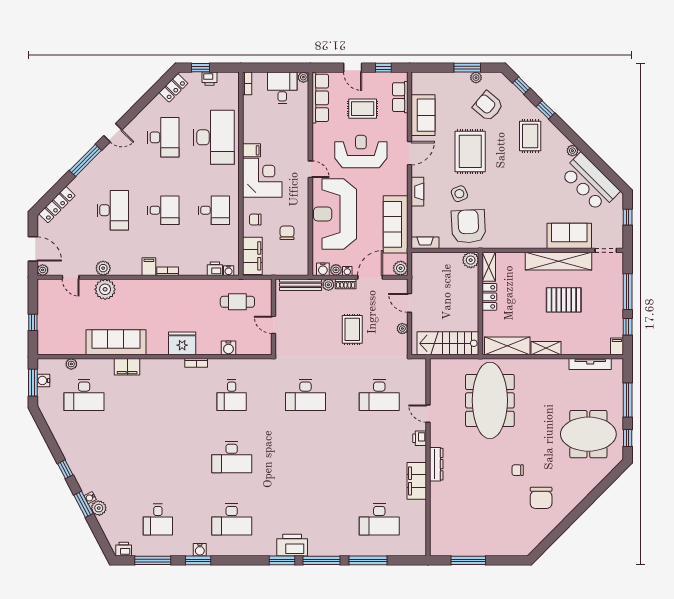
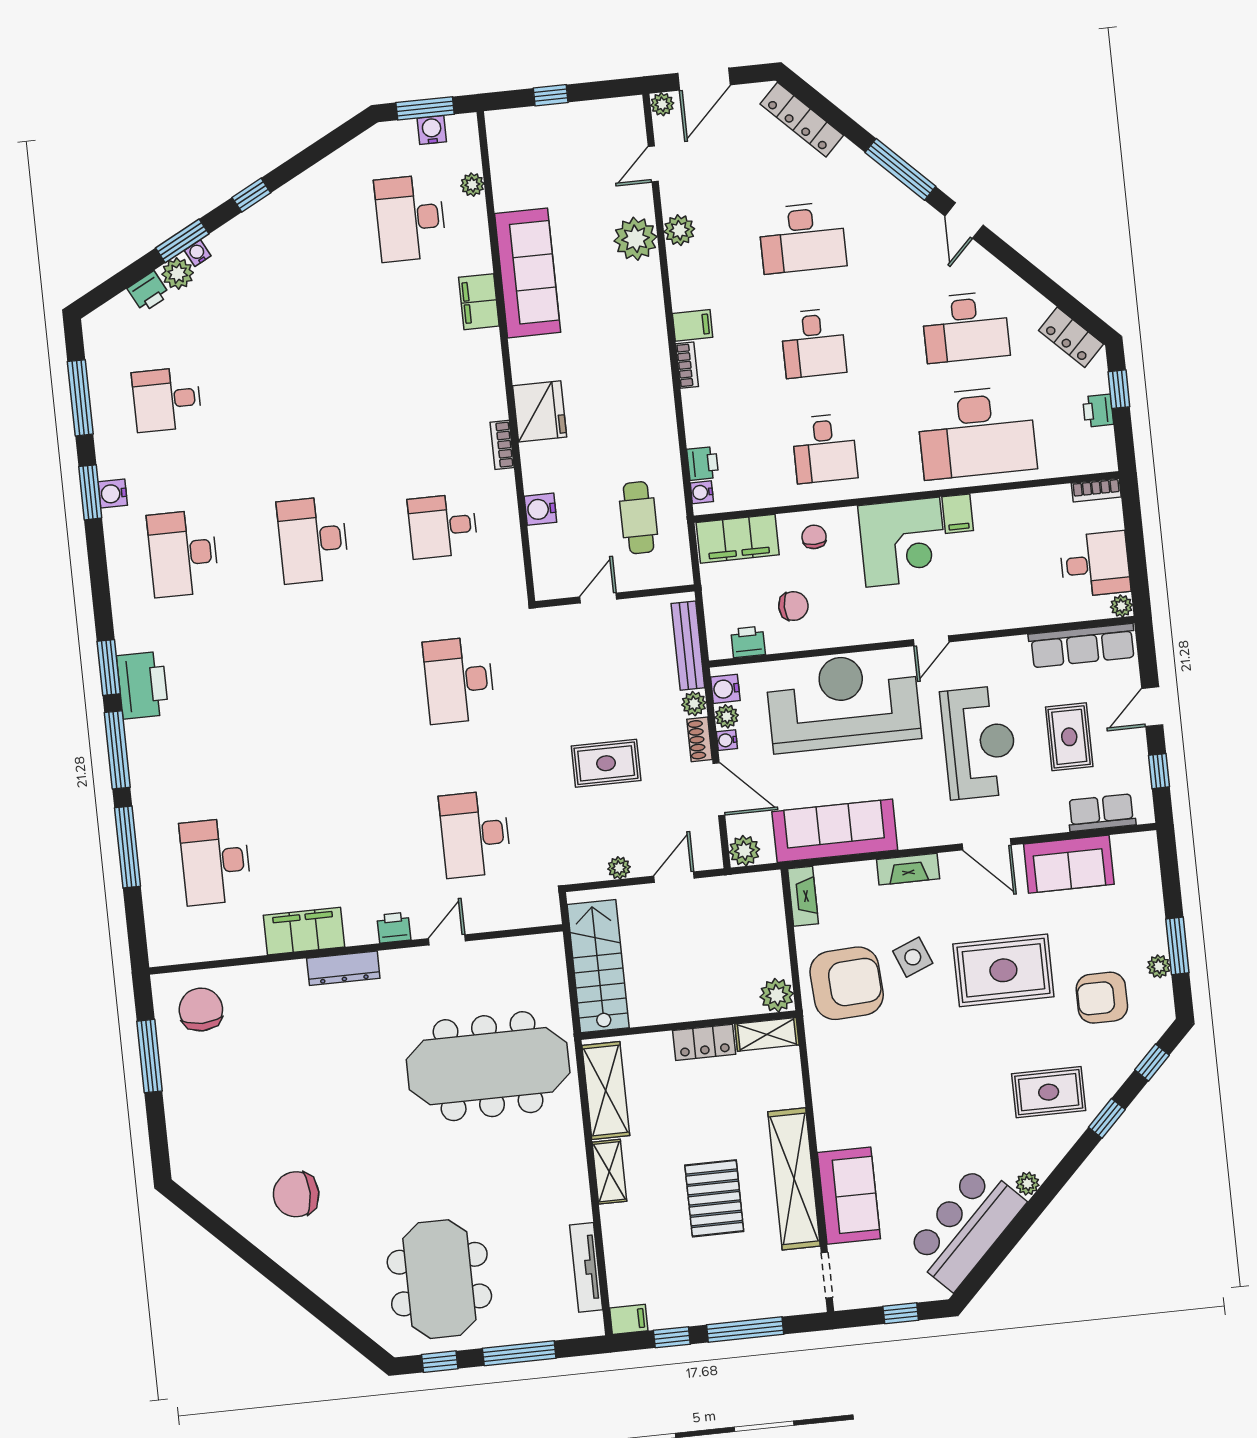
armchair: (488, 106) -> (1102, 998), turned -130
printer: (302, 256) -> (748, 642), added
chair: (518, 470) -> (201, 1010), moved, width x1.87, depth x1.87
printer: (124, 549) -> (148, 292), moved, turned 63

